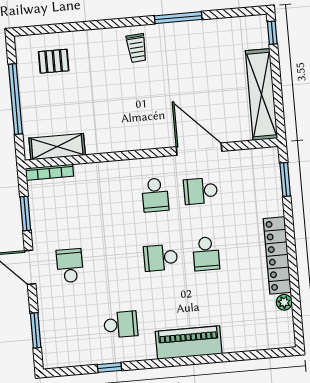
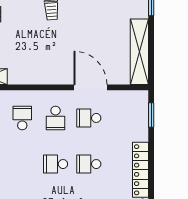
school desk: (110, 199) -> (22, 118), added
school desk: (206, 254) -> (89, 164), turned 90

